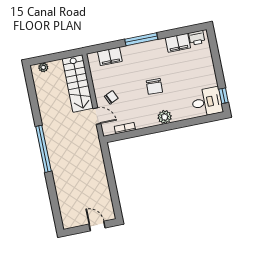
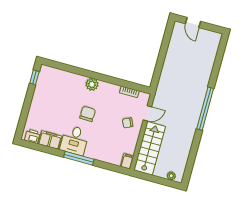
filing cabinet: (110, 56) -> (127, 161), moved, width x0.50
desk: (207, 102) -> (75, 140), moved, turned -90
door: (97, 116) -> (147, 113), swing flipped

